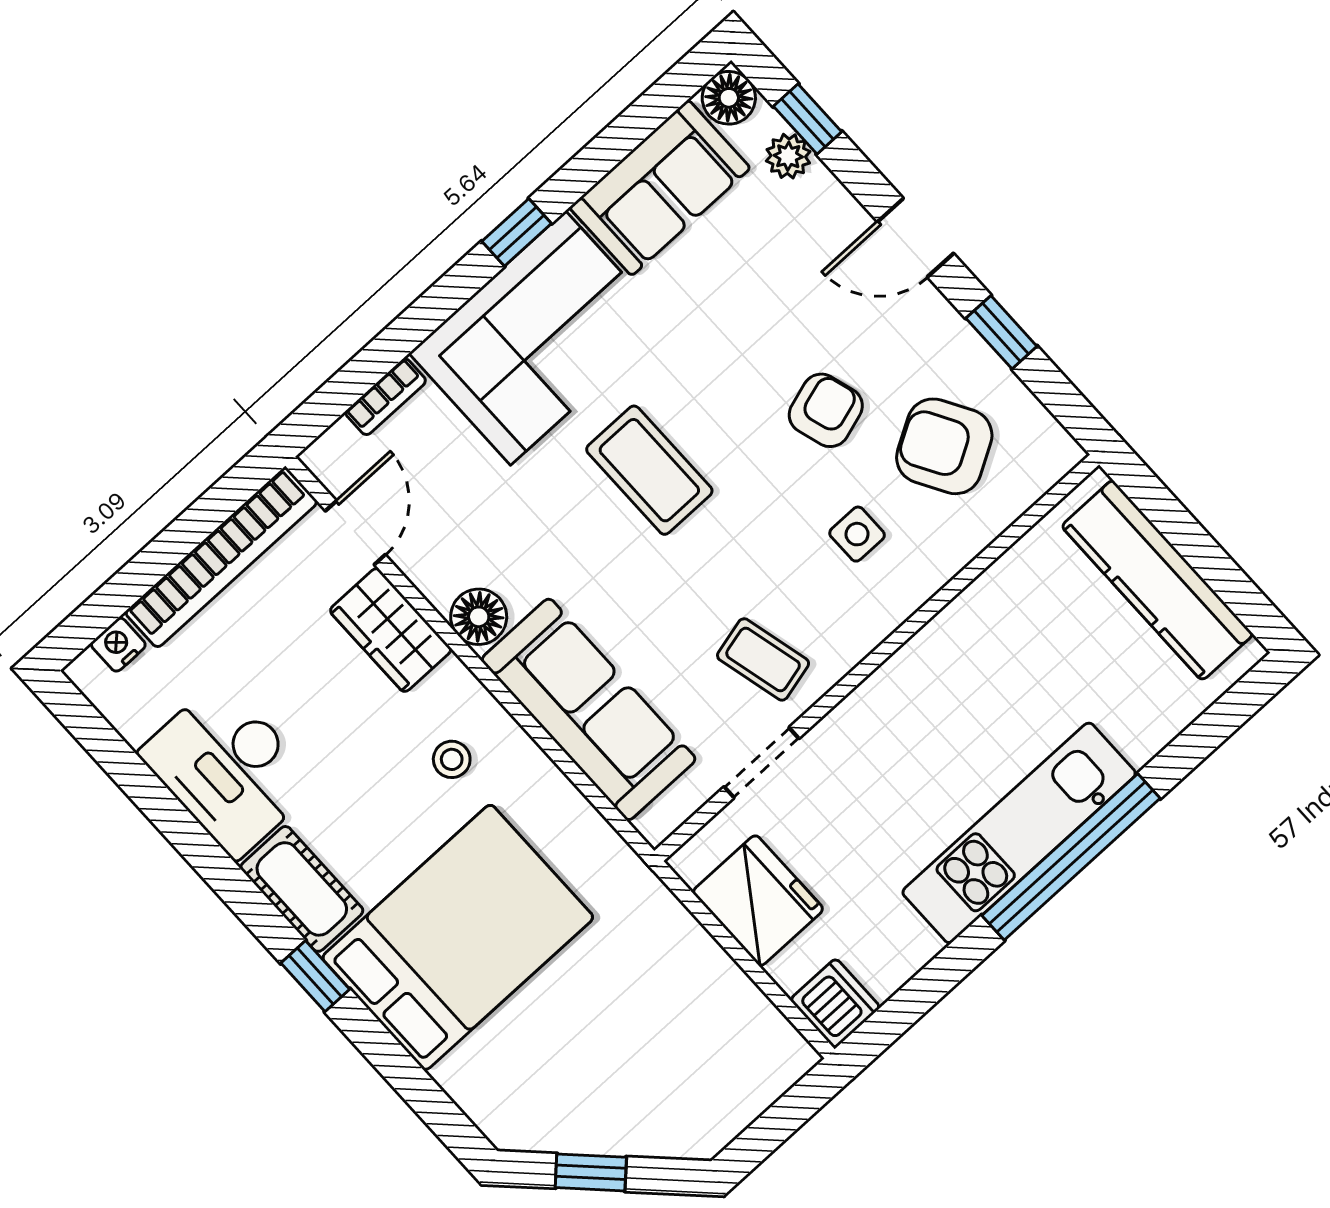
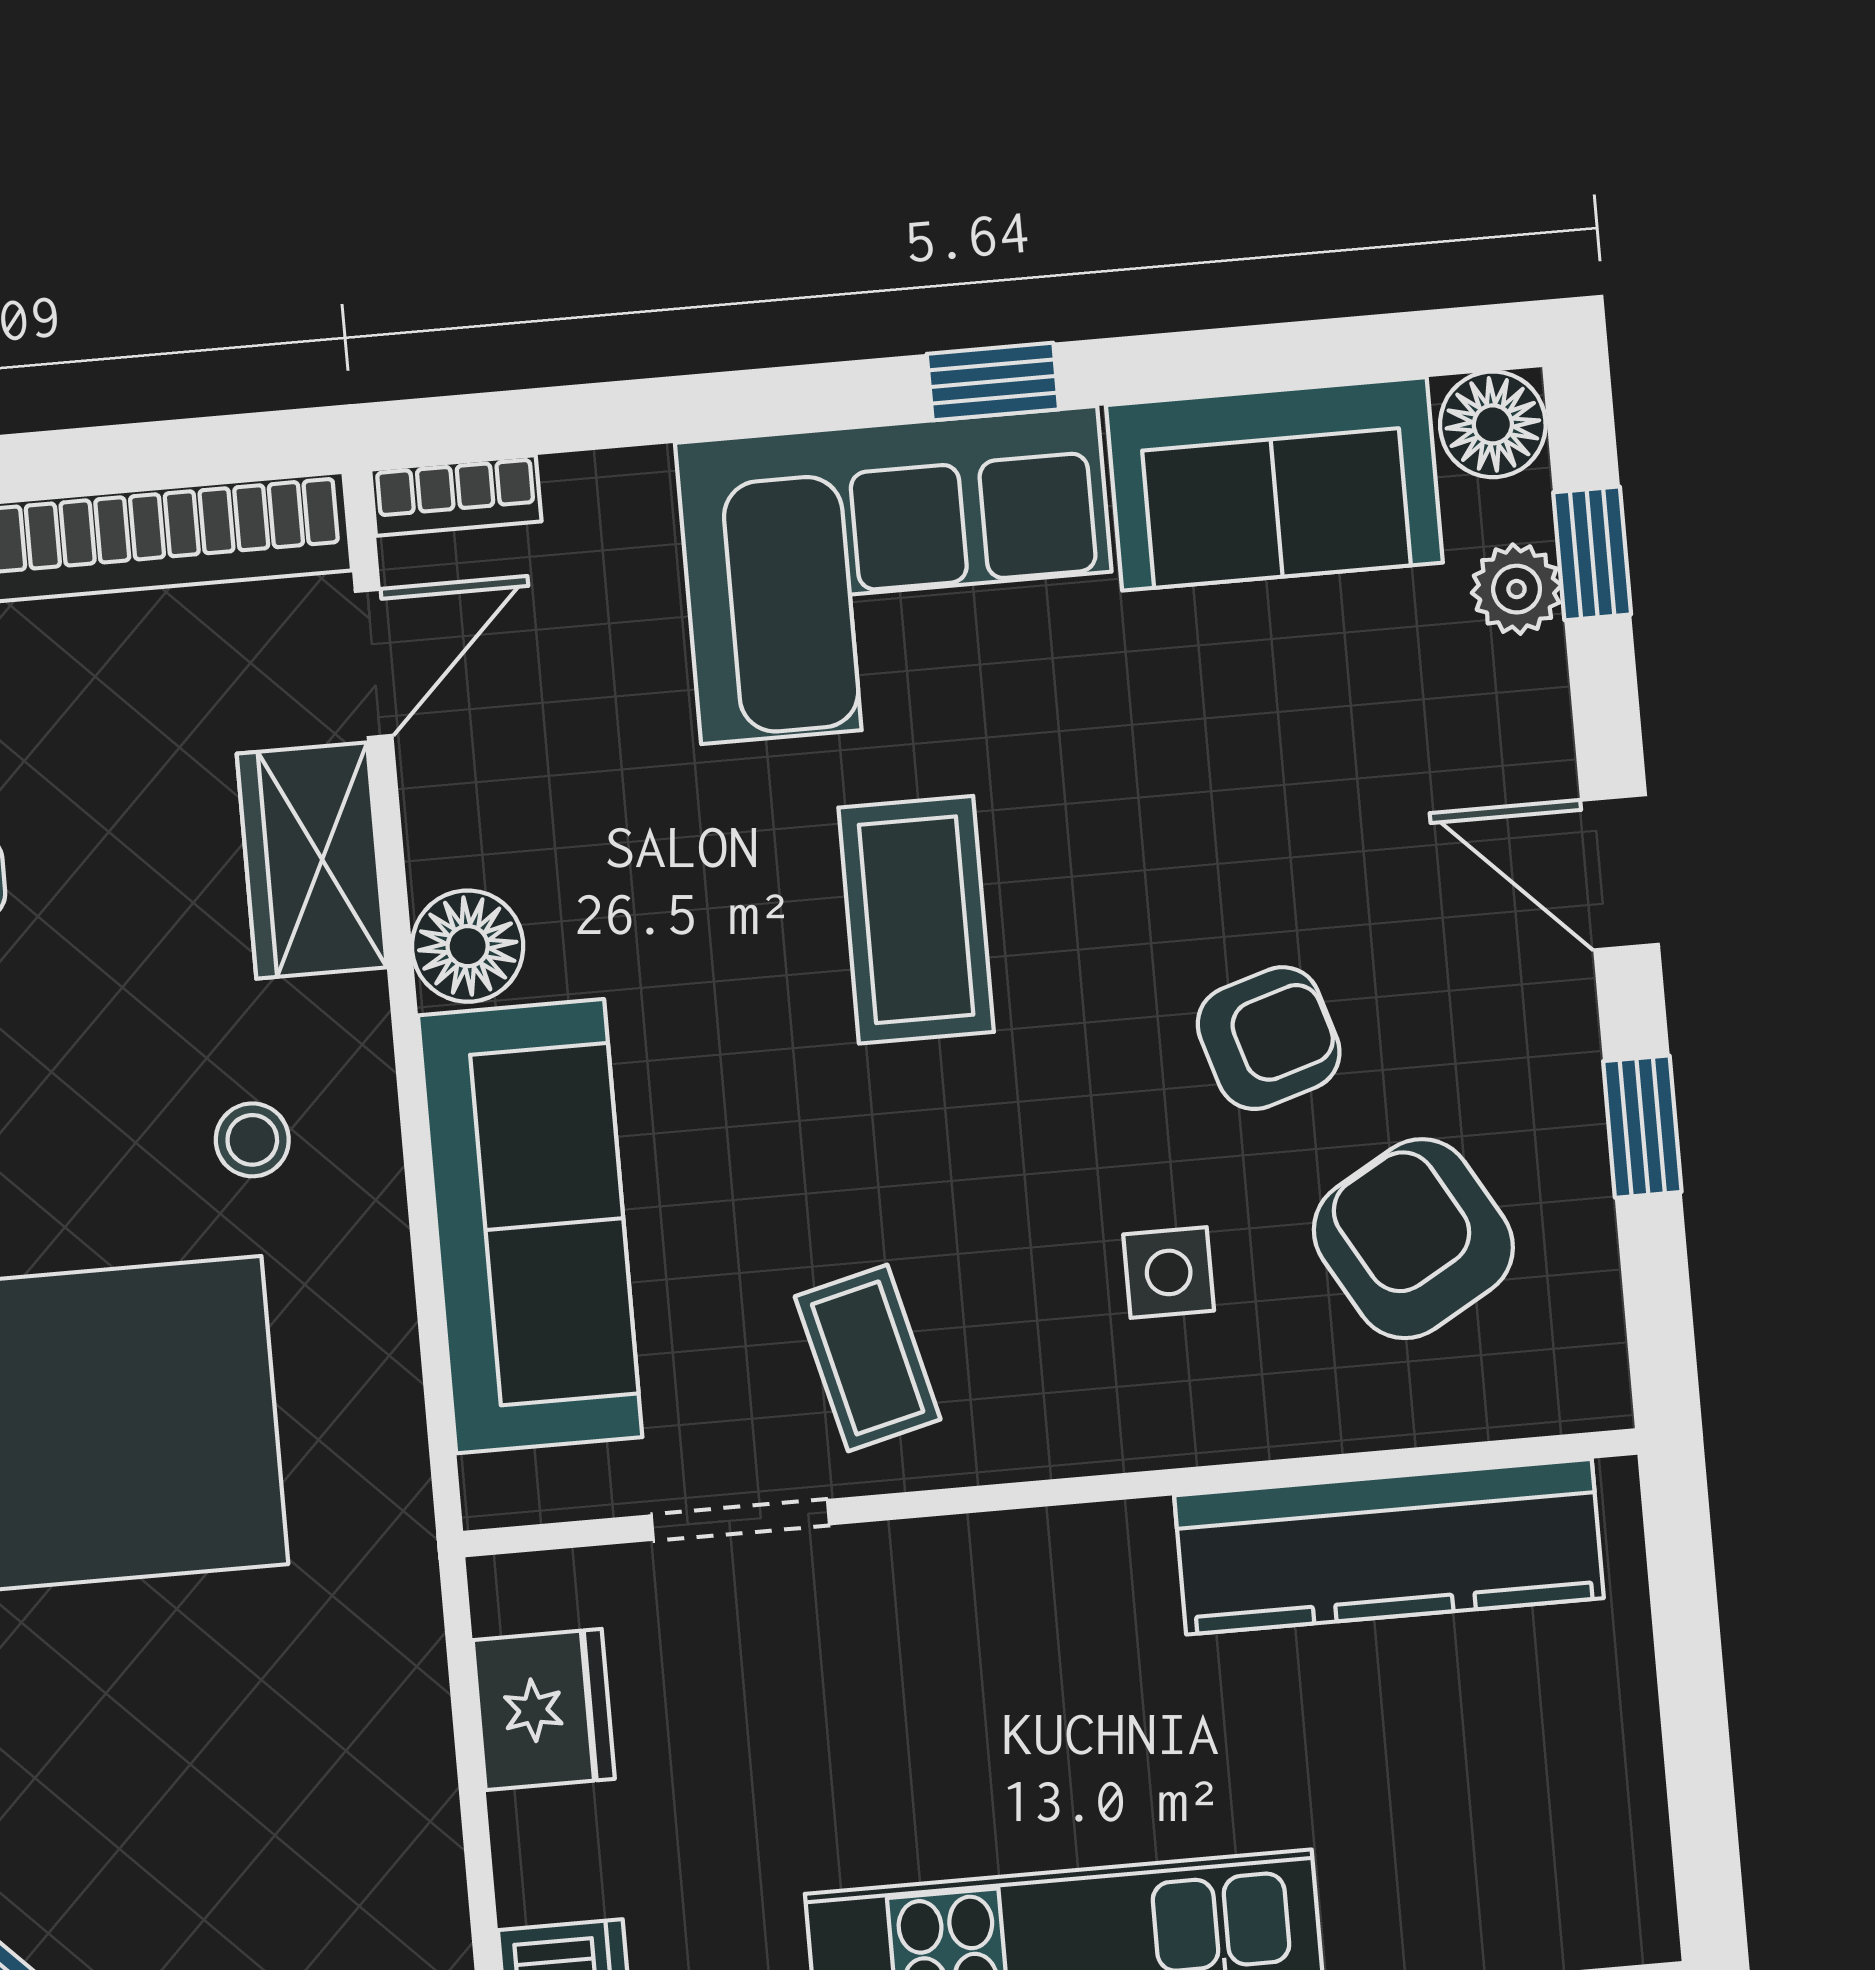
bookcase: (386, 397) -> (456, 495), moved
kitchen counter: (1157, 580) -> (1389, 1547), moved, turned -90
fridge: (758, 901) -> (544, 1709), width x0.73, depth x0.75

